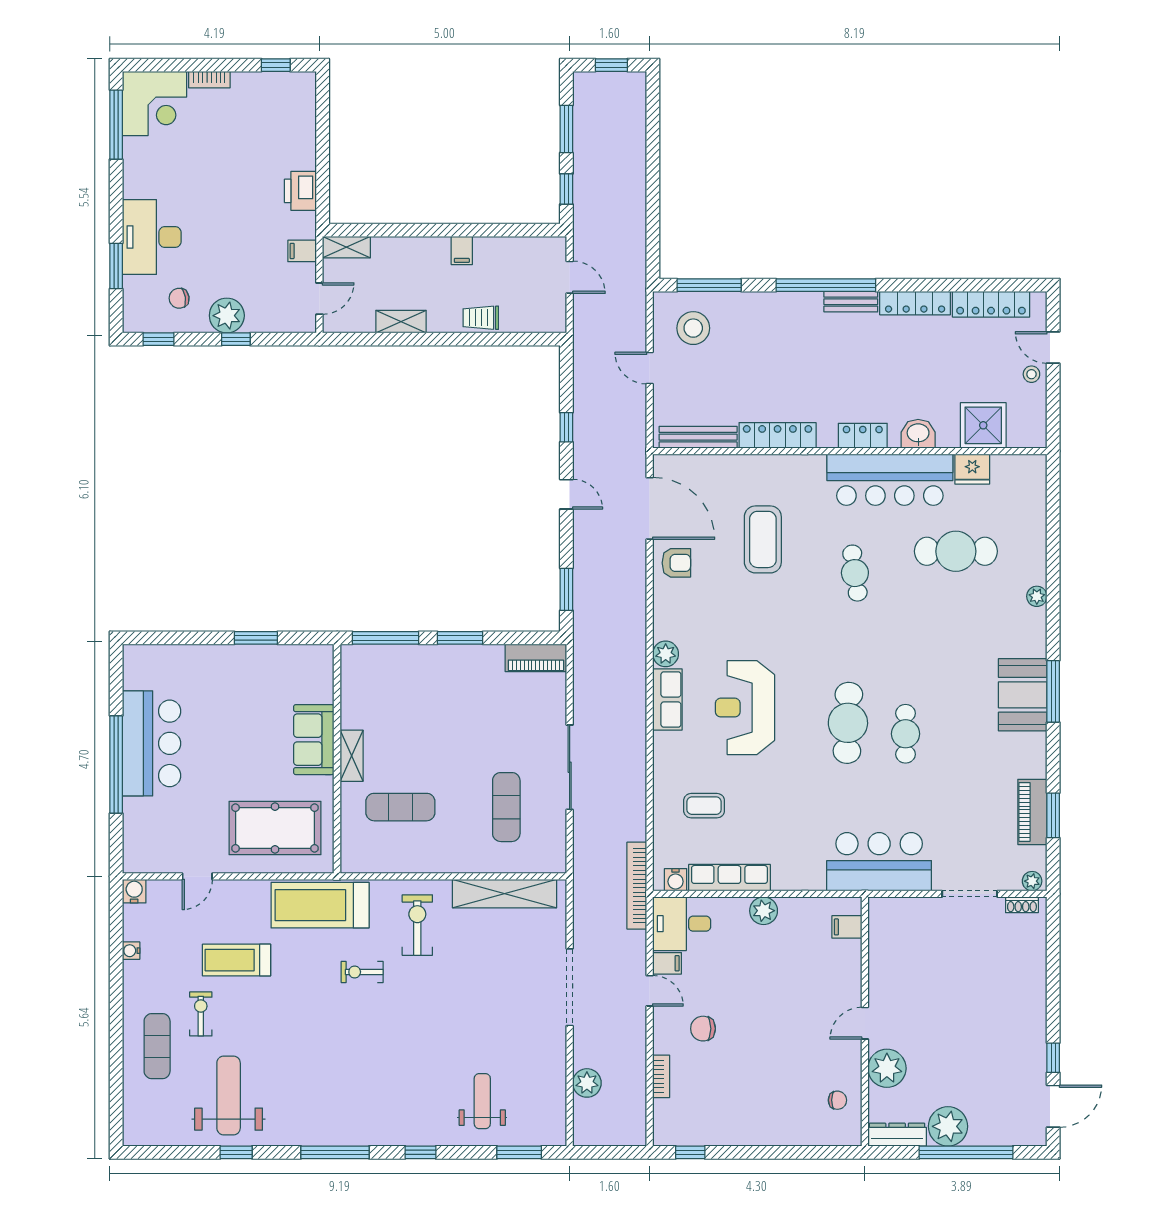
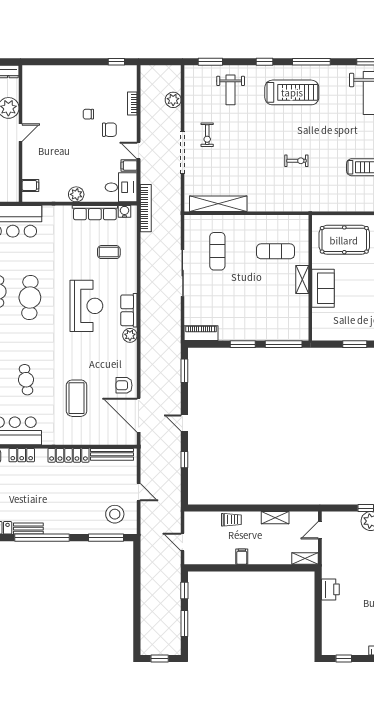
filing cabinet: (302, 251) -> (329, 556), removed
treadmill: (320, 905) -> (292, 92), moved
exercise bike: (417, 925) -> (207, 135), moved, width x0.73, depth x0.72
chair: (837, 1100) -> (88, 114), moved

